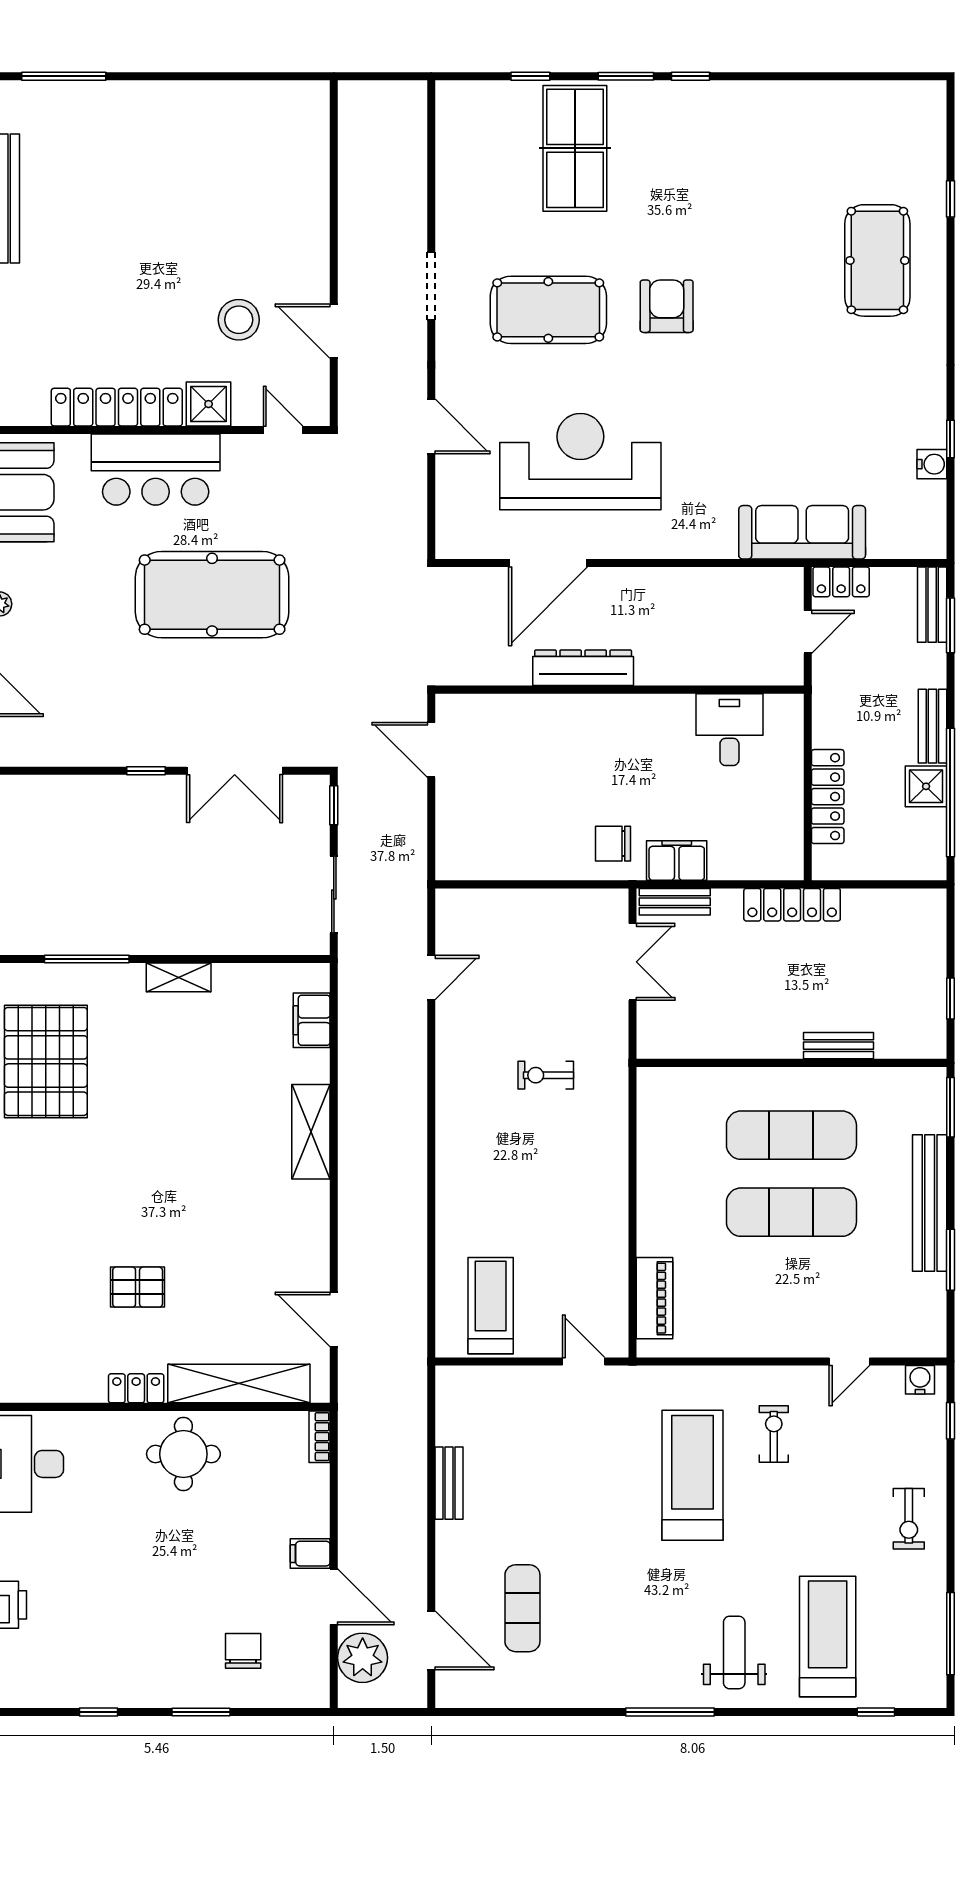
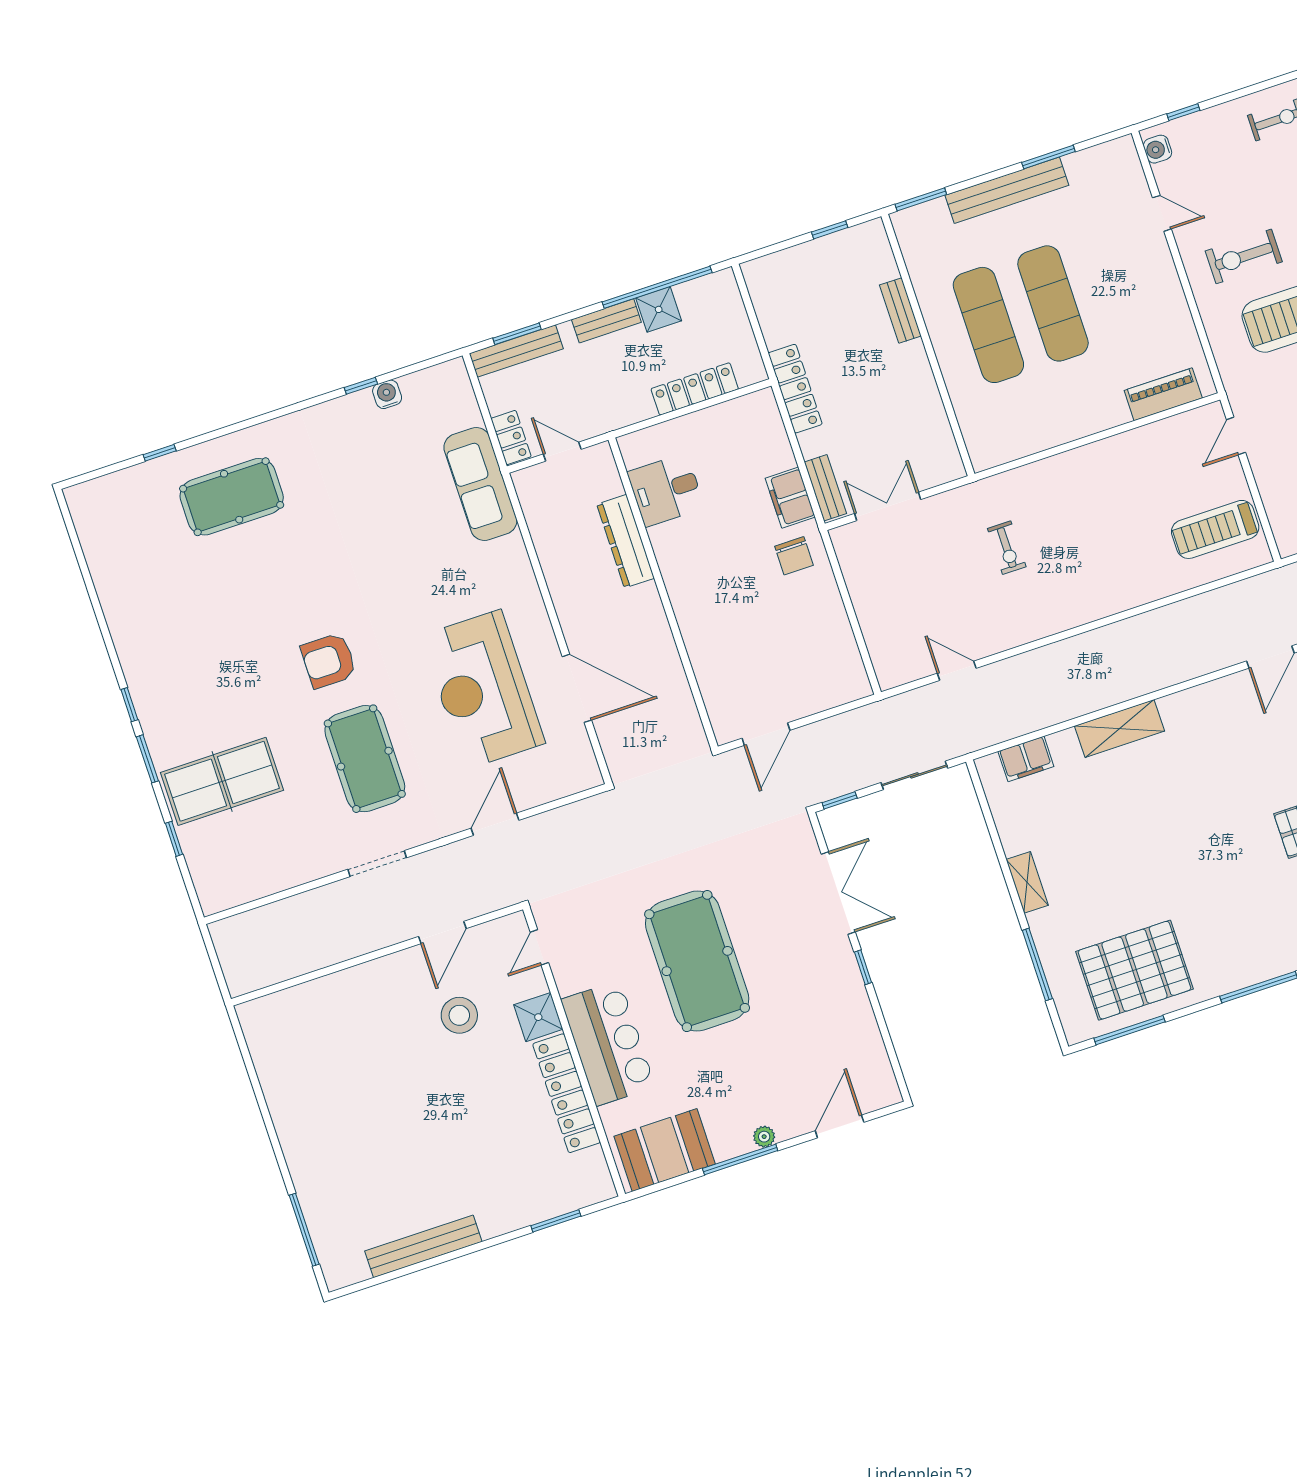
bench: (932, 605) -> (516, 351), width x1.36
dresser: (583, 668) -> (626, 541), moved
exercise bike: (774, 1434) -> (1244, 256), width x1.38, depth x1.39

